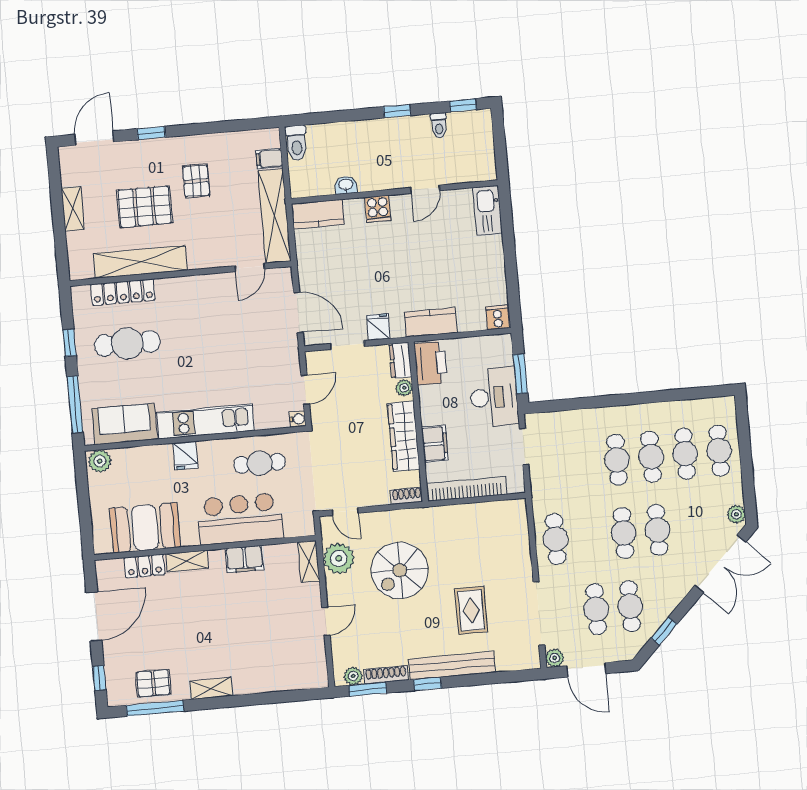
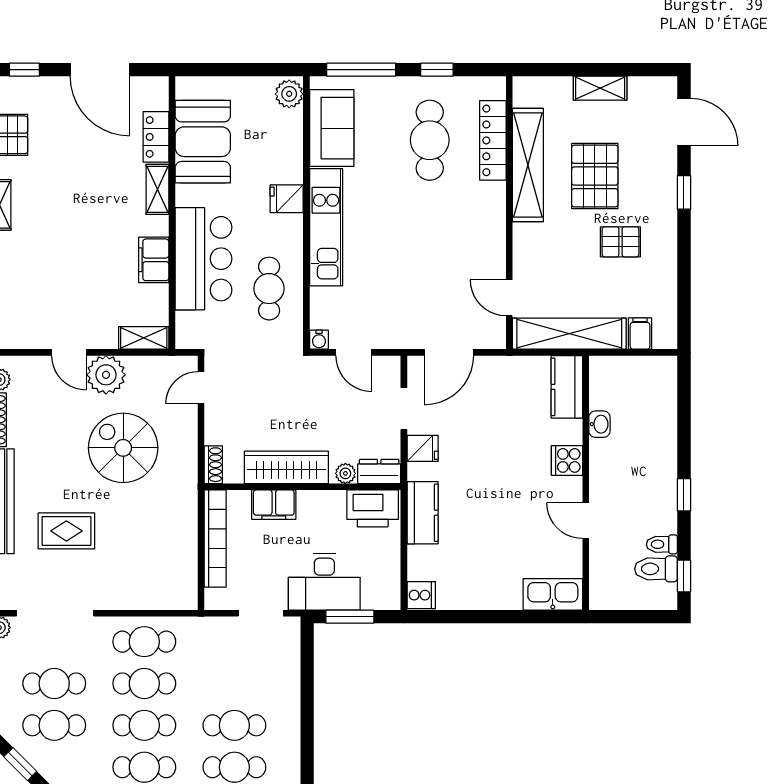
toilet: (296, 143) -> (656, 569), moved
cafe table: (590, 536) -> (144, 683), added
plant: (339, 558) -> (106, 375), moved

